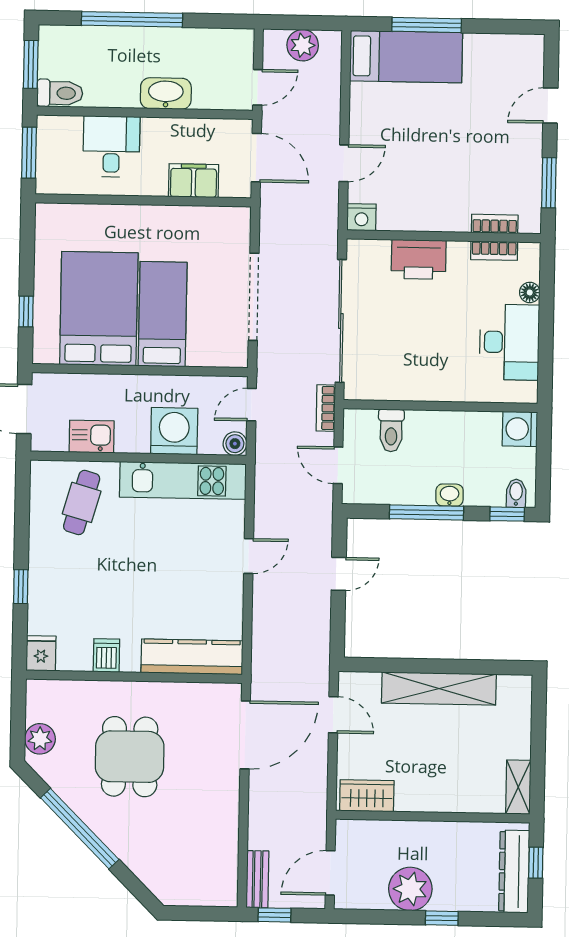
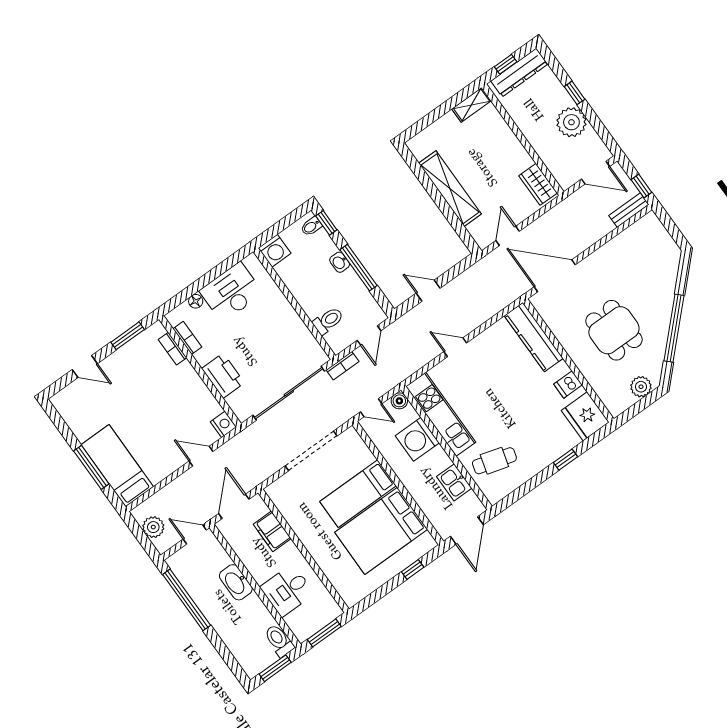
window: (132, 19) -> (187, 600), moved
fridge: (41, 653) -> (585, 416), width x1.88, depth x1.34
dining table: (130, 757) -> (614, 330), turned 90

